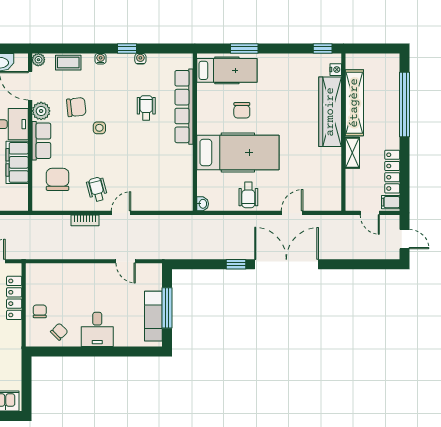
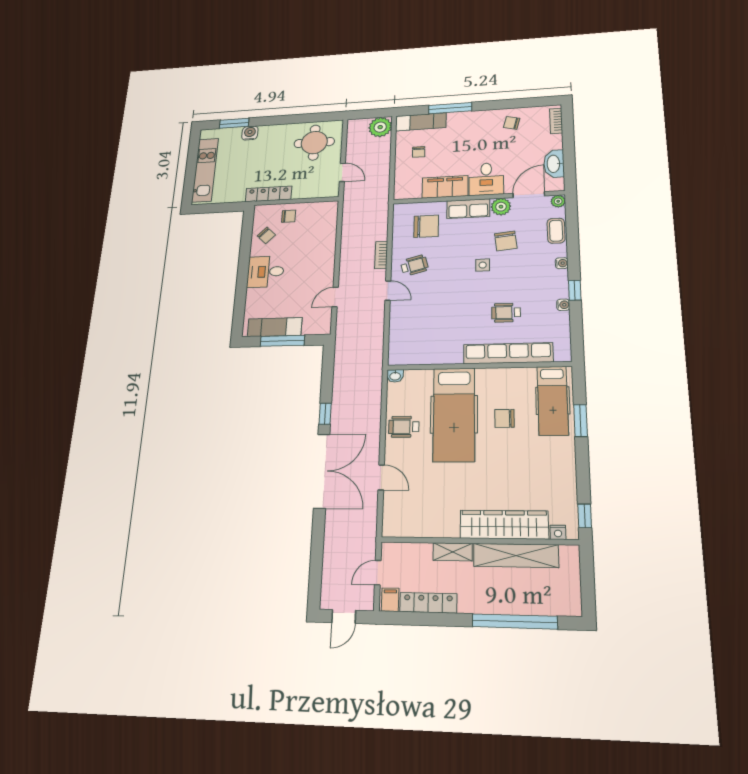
wheelchair: (146, 108) -> (506, 313), turned 180
locker: (14, 298) -> (269, 194), moved

